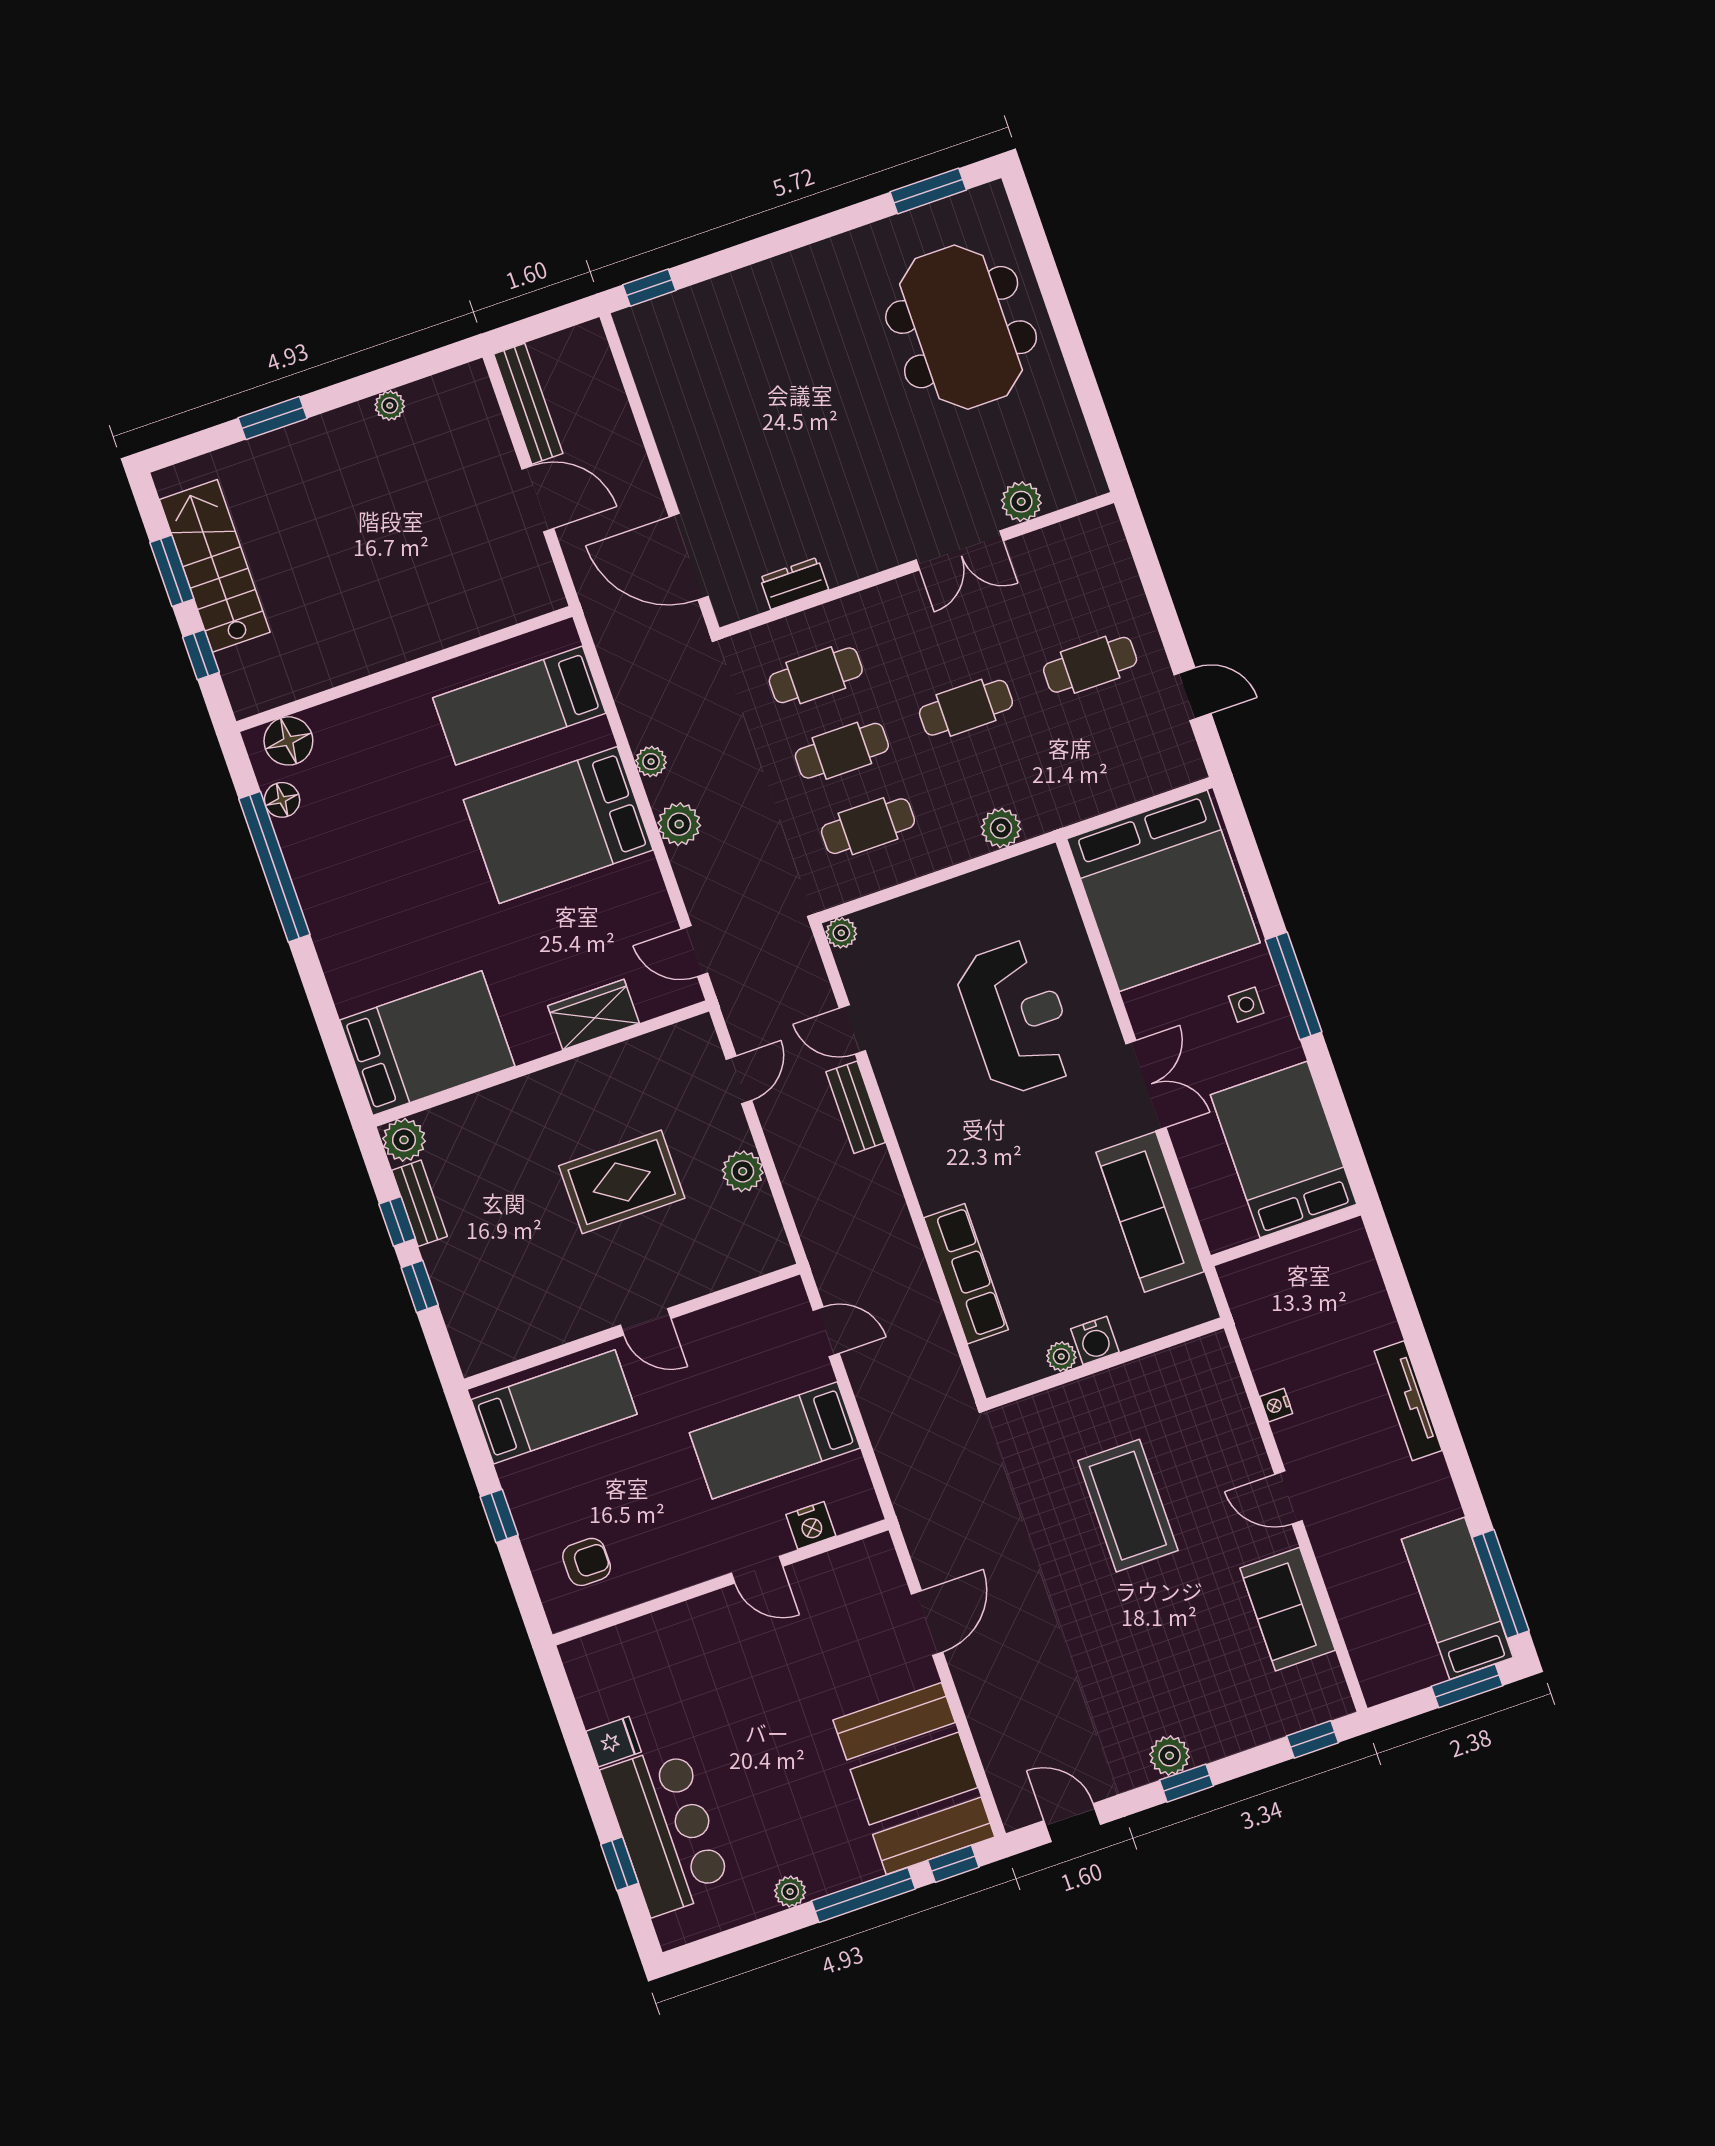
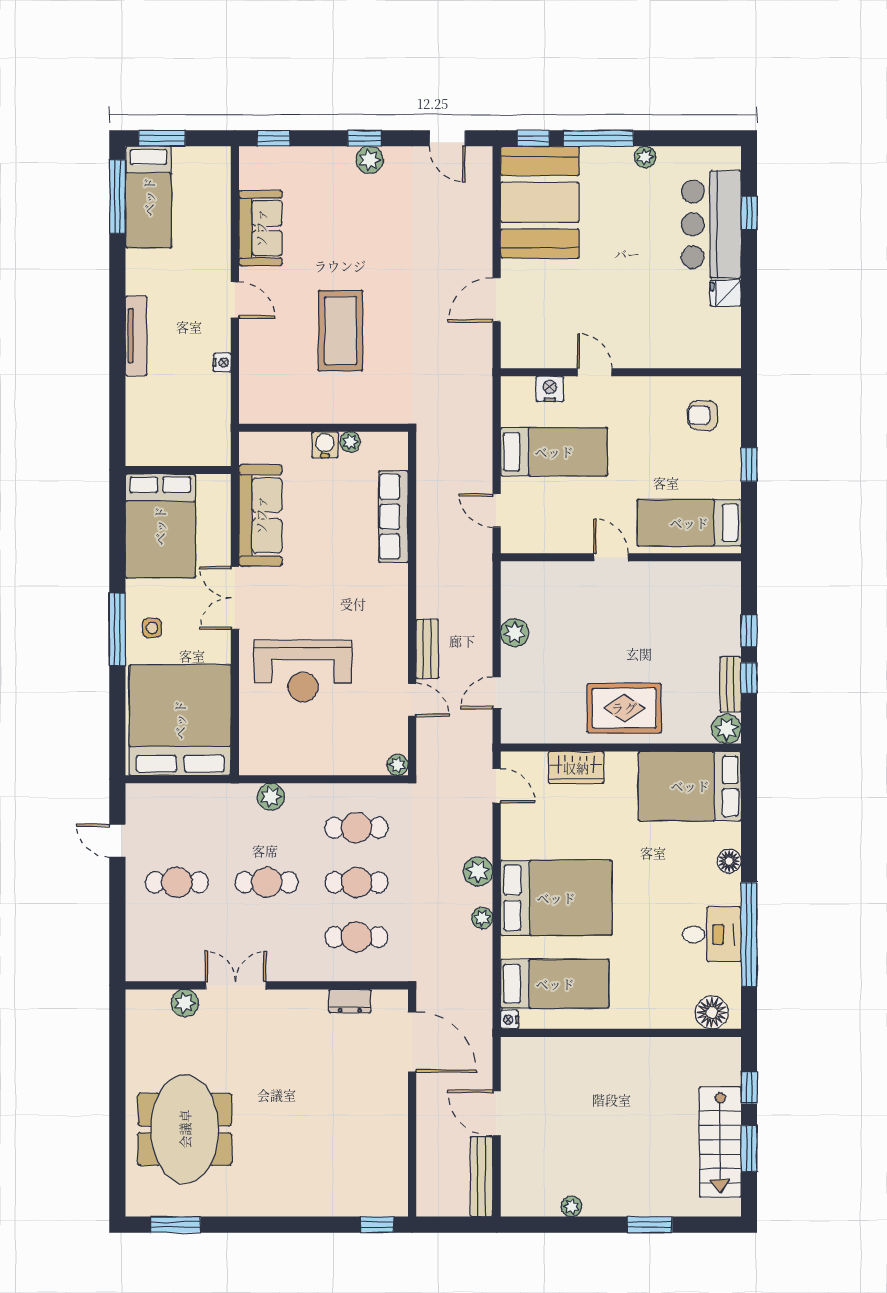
nightstand: (565, 634) -> (509, 1020), added
floor lamp: (282, 800) -> (729, 861), moved
desk: (326, 849) -> (712, 934), added
reception desk: (1017, 1017) -> (303, 671), turned -90
rug: (622, 1182) -> (624, 708), moved

